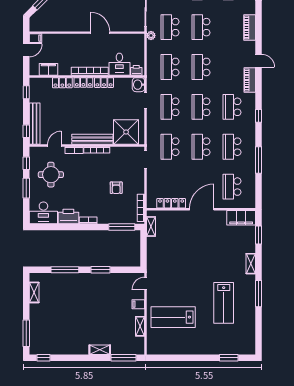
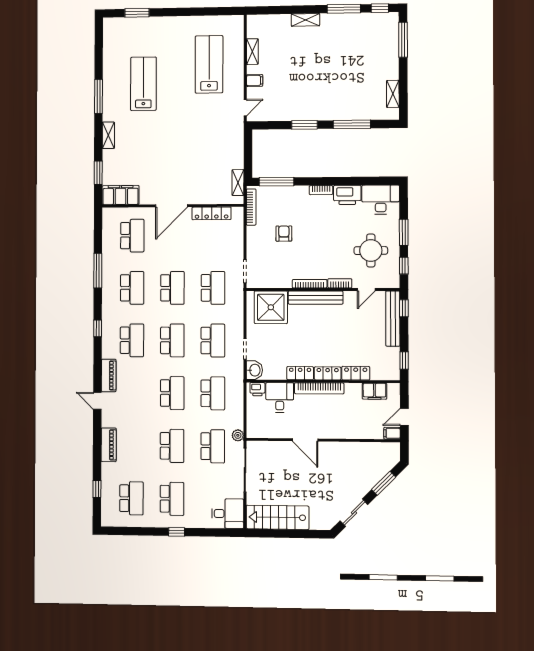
lab bench: (173, 317) -> (209, 64), turned -90
window: (124, 358) -> (344, 9), moved

